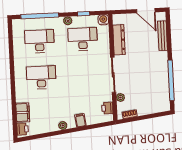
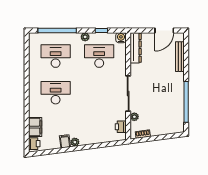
door: (146, 11) -> (164, 31), hinge flipped
dresser: (119, 40) -> (136, 48), moved
filing cabinet: (80, 120) -> (65, 141), moved

